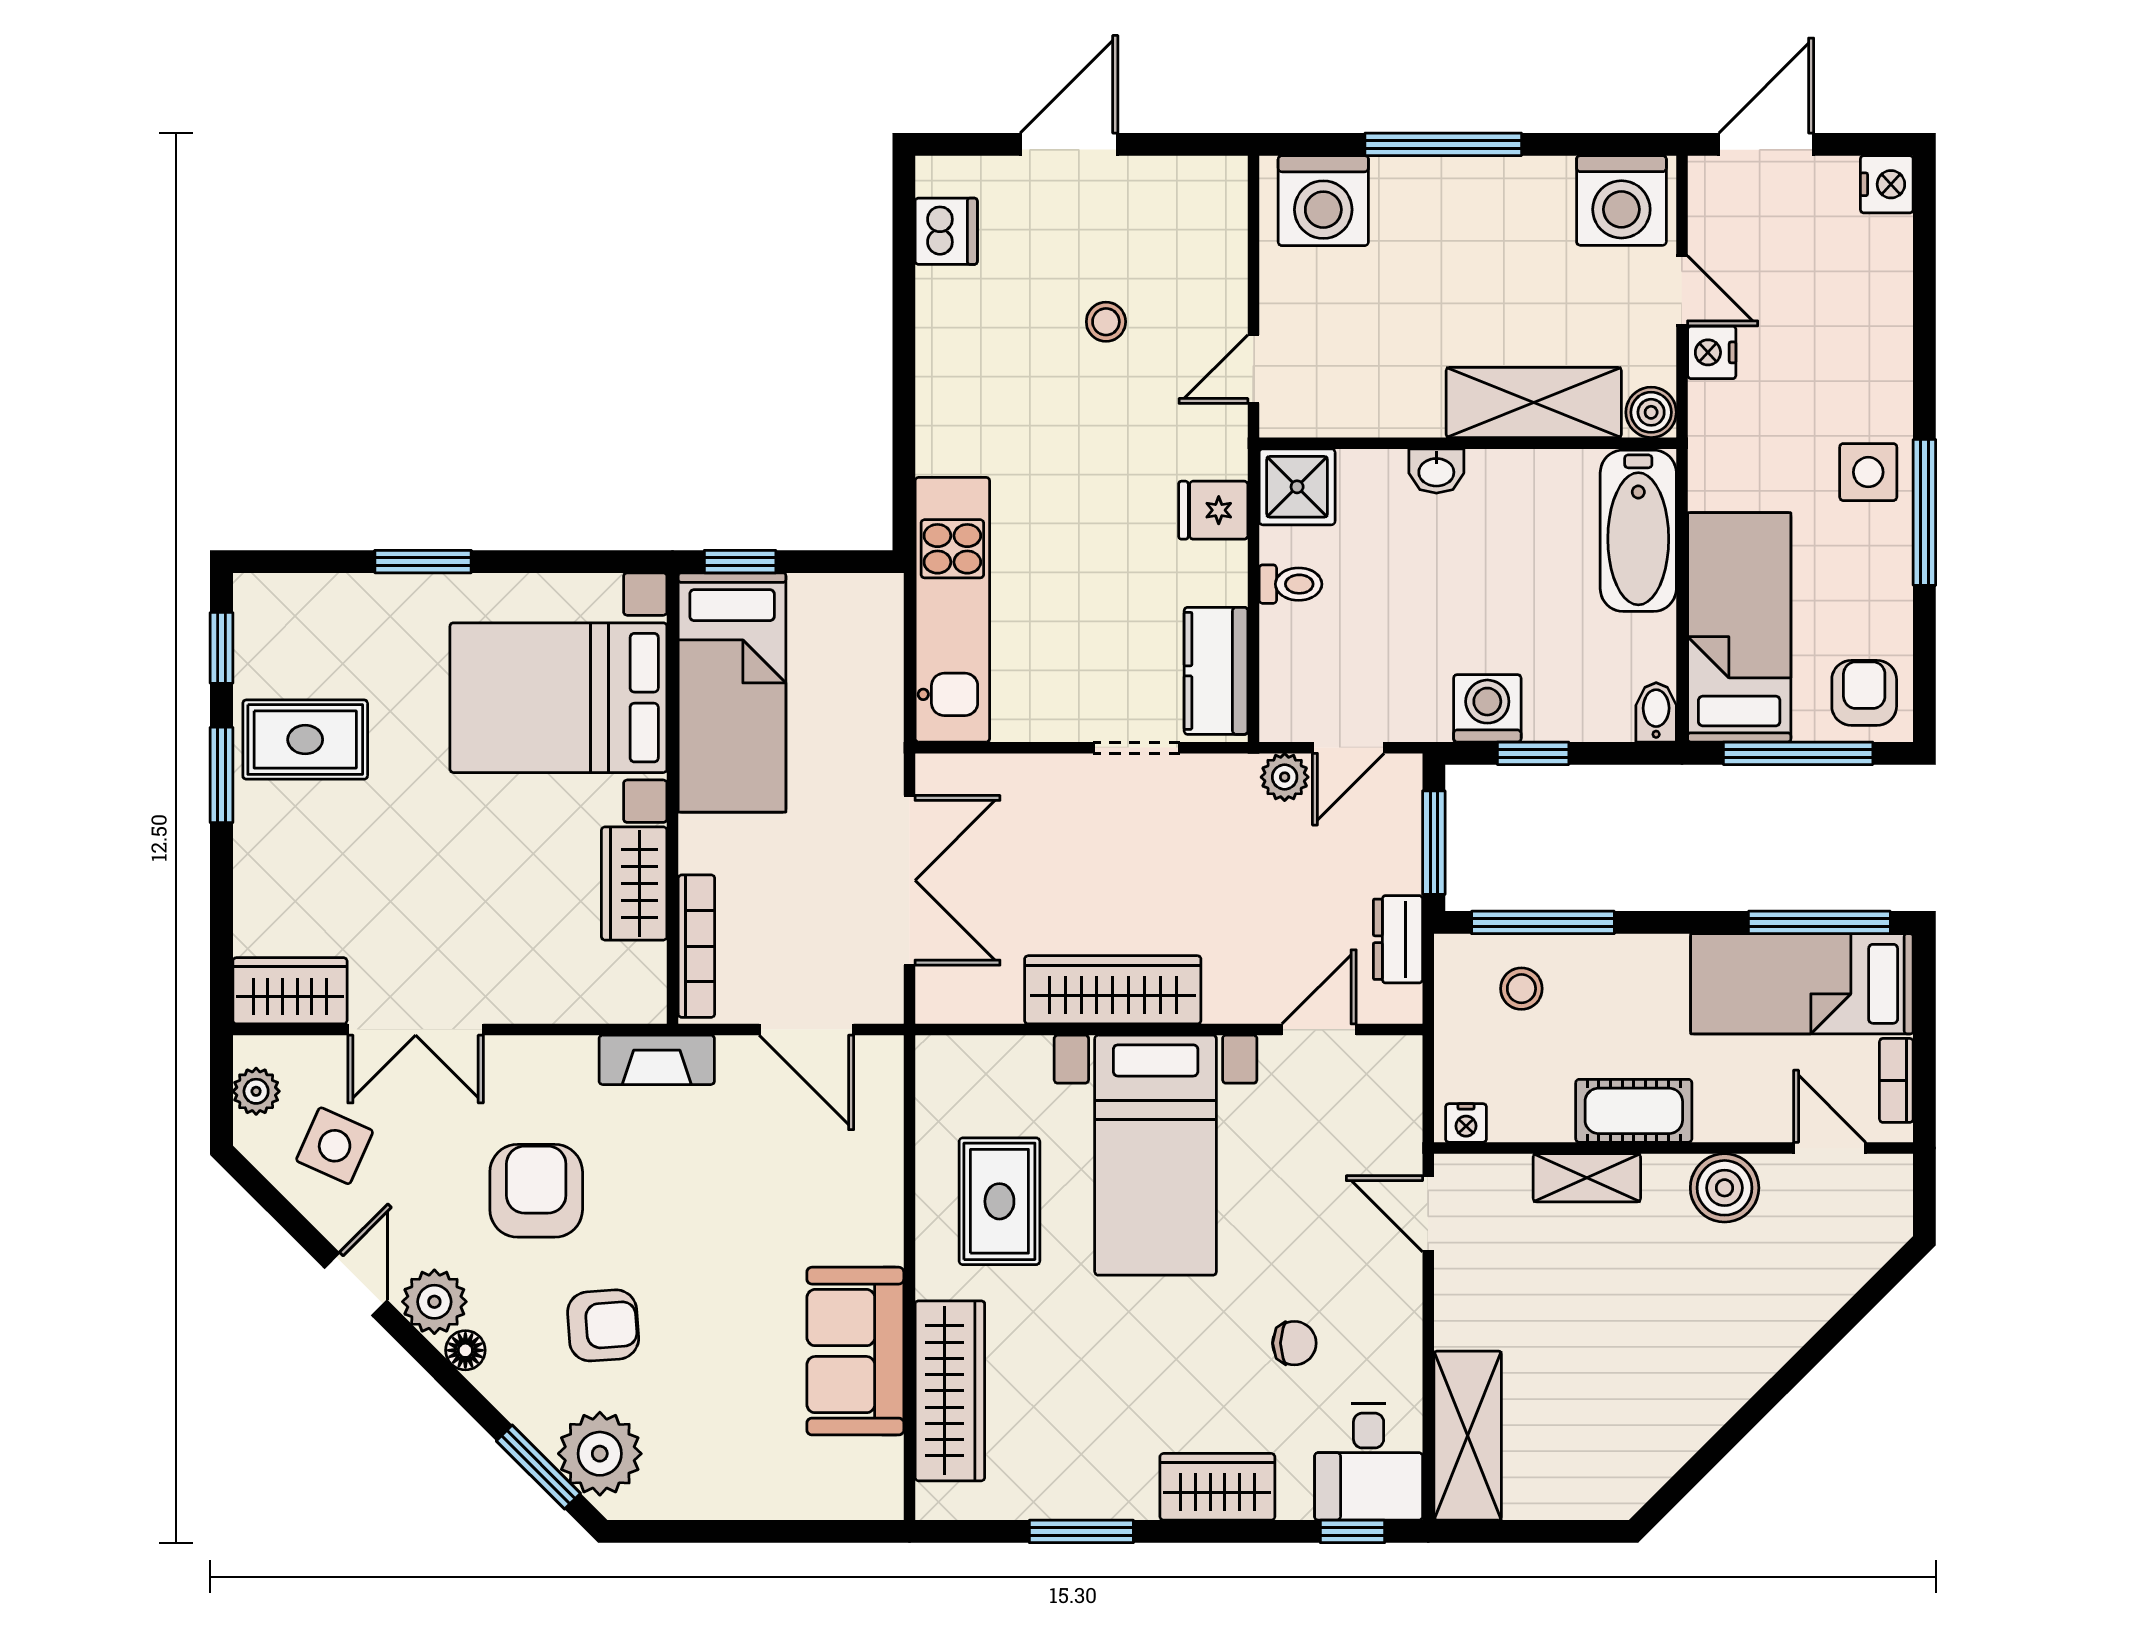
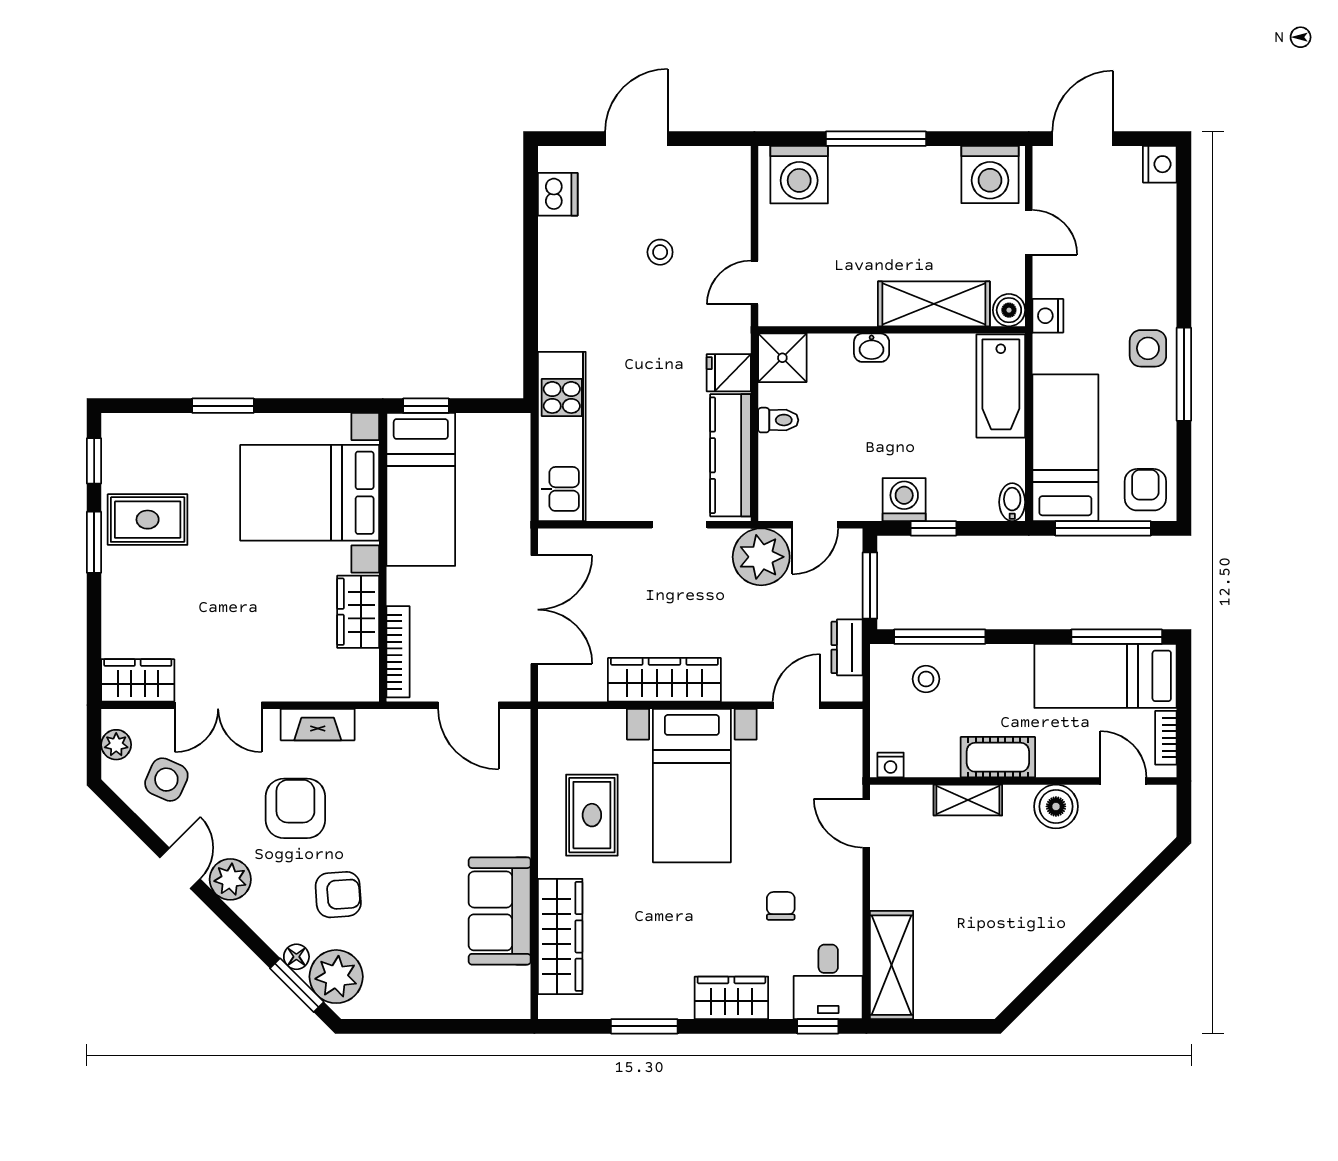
nightstand: (1712, 352) -> (1048, 316), moved
kitchen counter: (1216, 671) -> (730, 455), width x1.50
plant: (1285, 777) -> (761, 557), width x1.87, depth x1.87
fireplace: (657, 1060) -> (318, 725), moved
chair: (1294, 1343) -> (781, 906), turned -90
floor lamp: (465, 1350) -> (296, 957), moved

